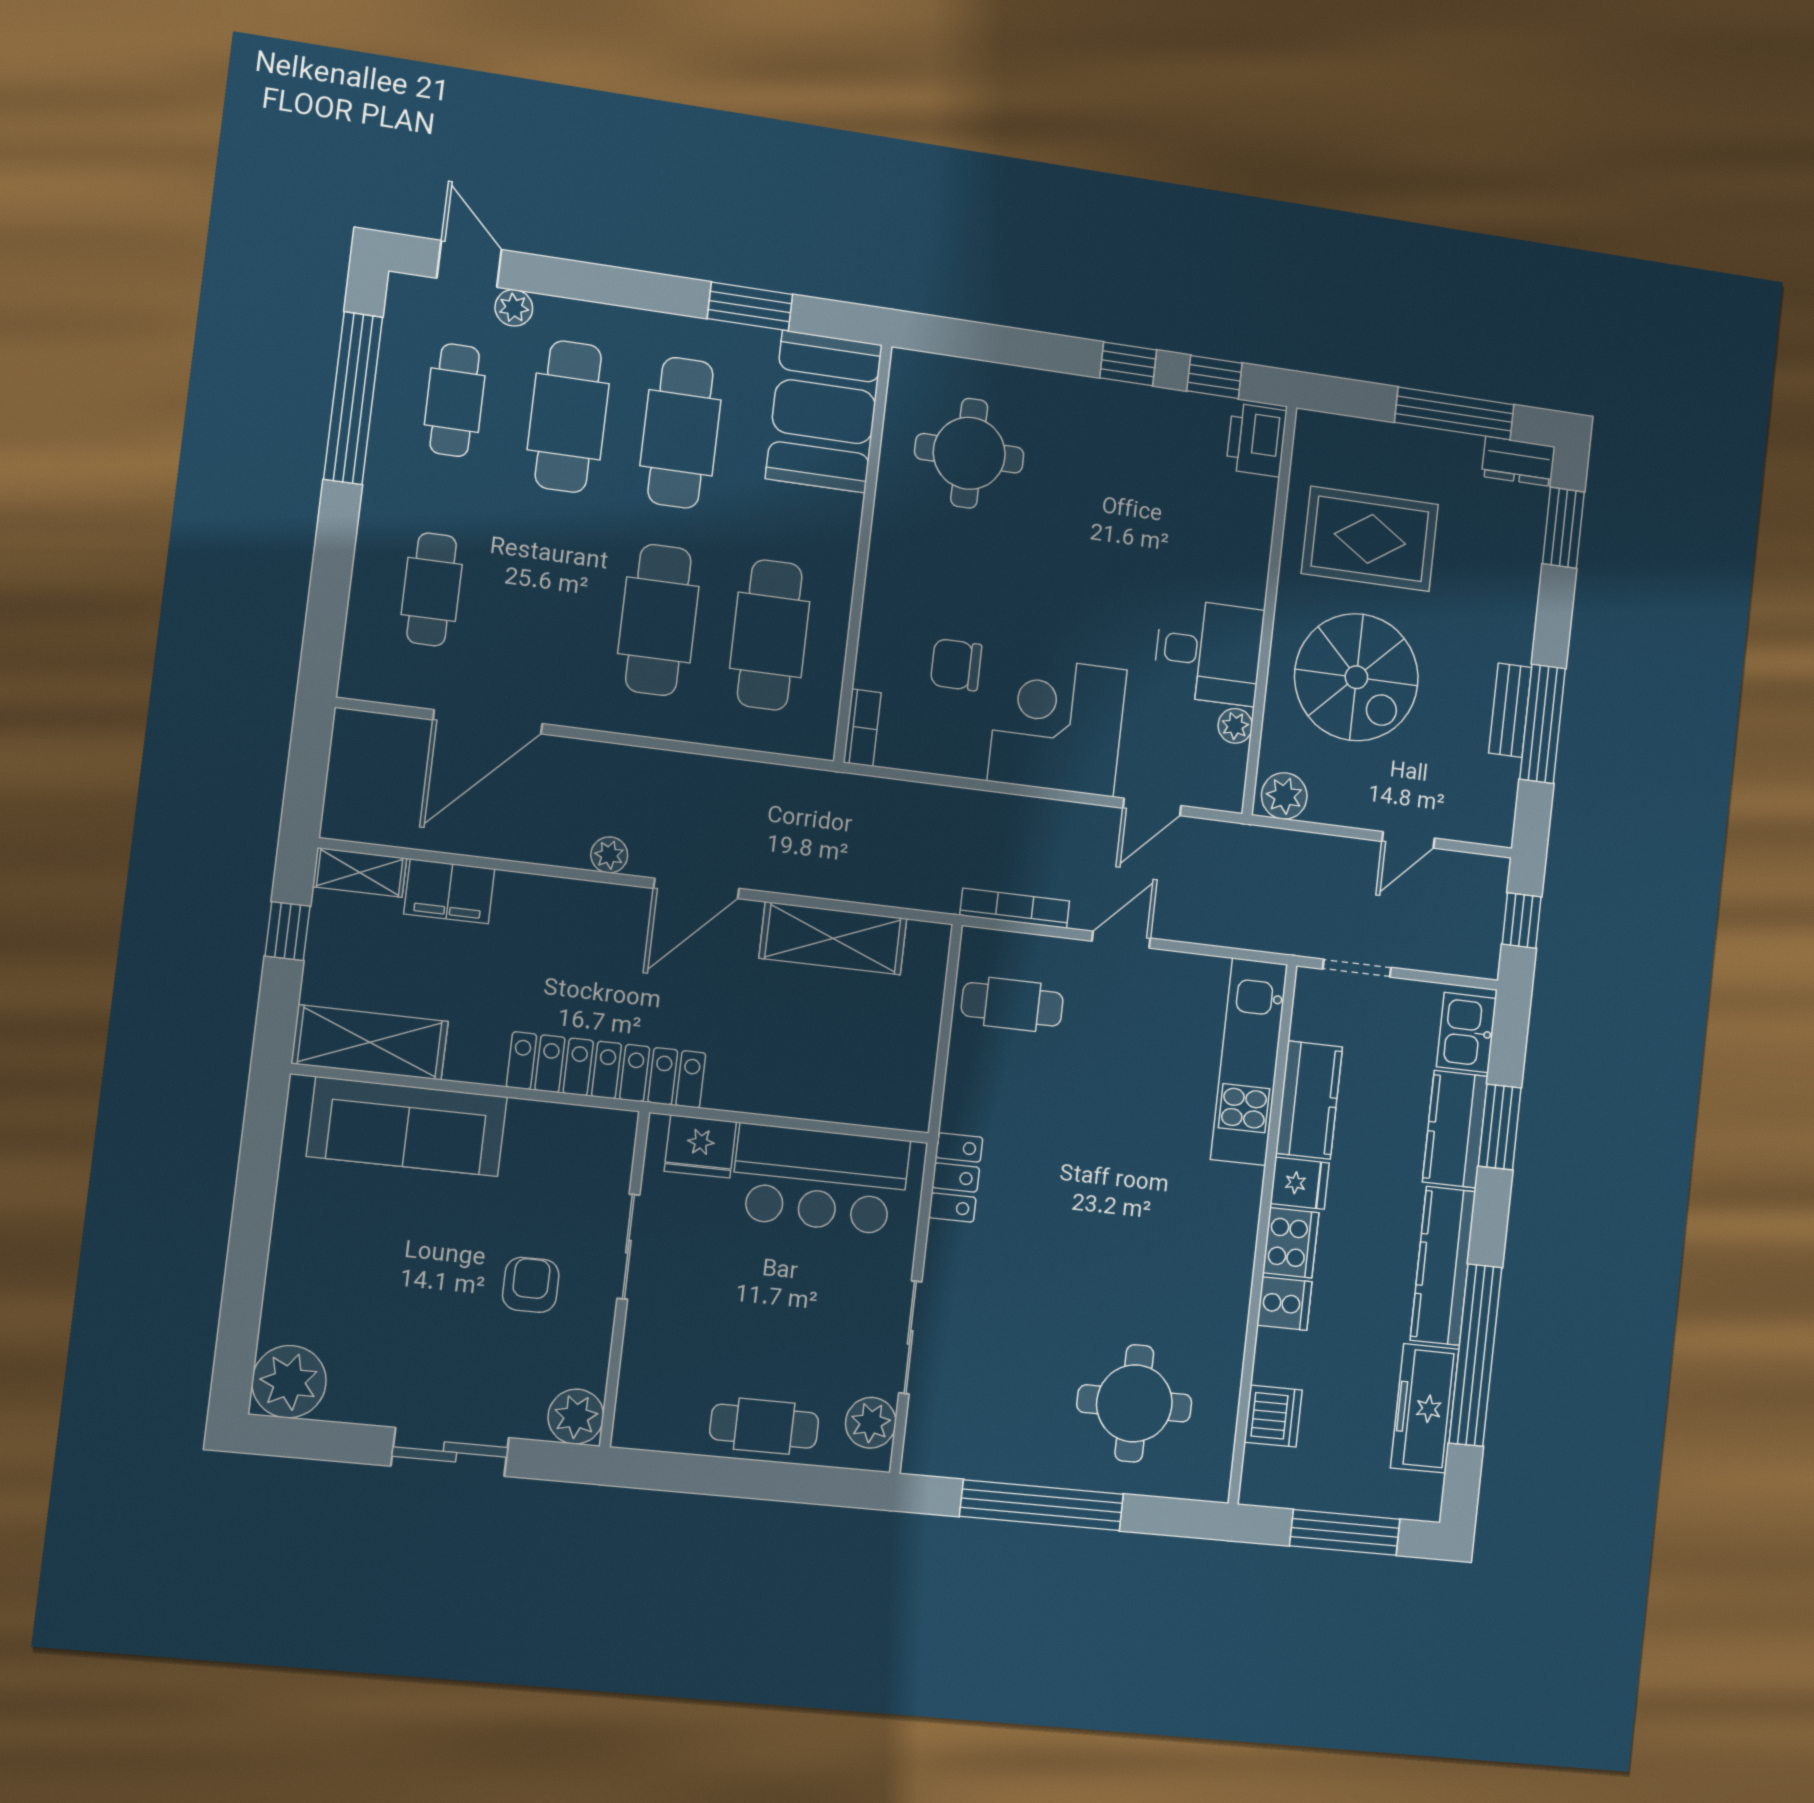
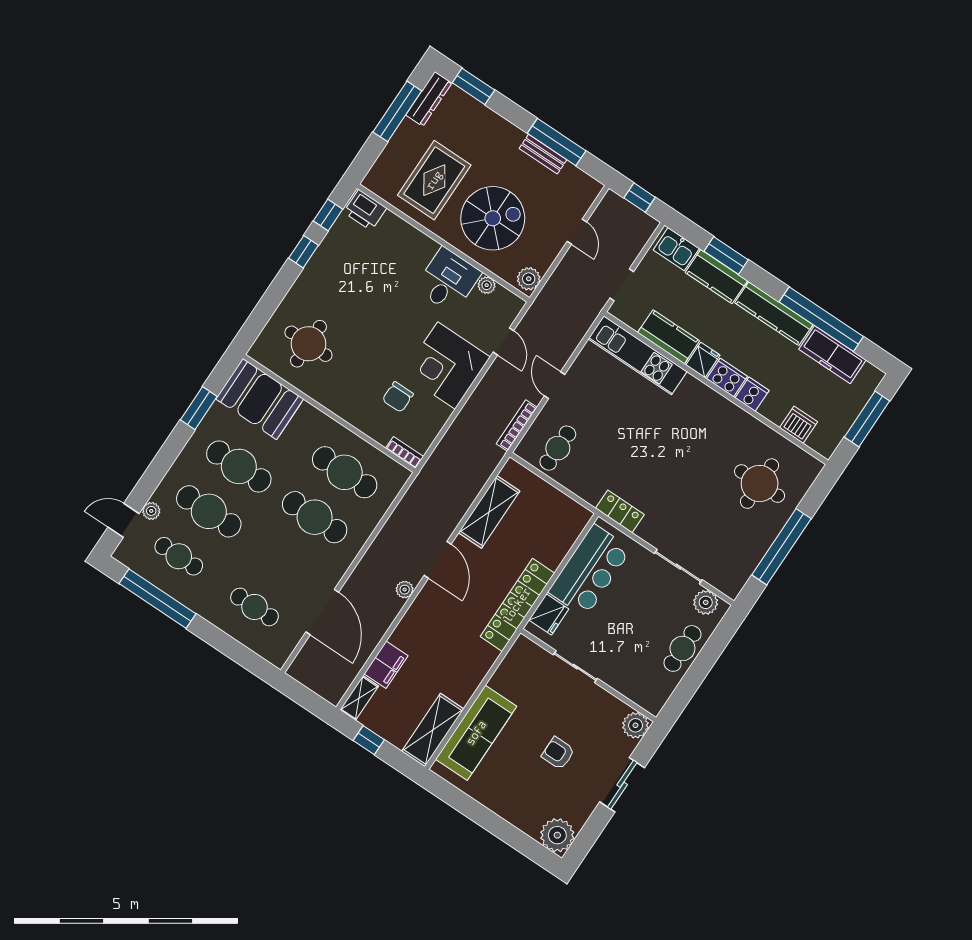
dresser: (1518, 461) -> (429, 99), width x1.44
locker: (607, 1070) -> (517, 605), moved
armchair: (531, 1285) -> (558, 753), moved

